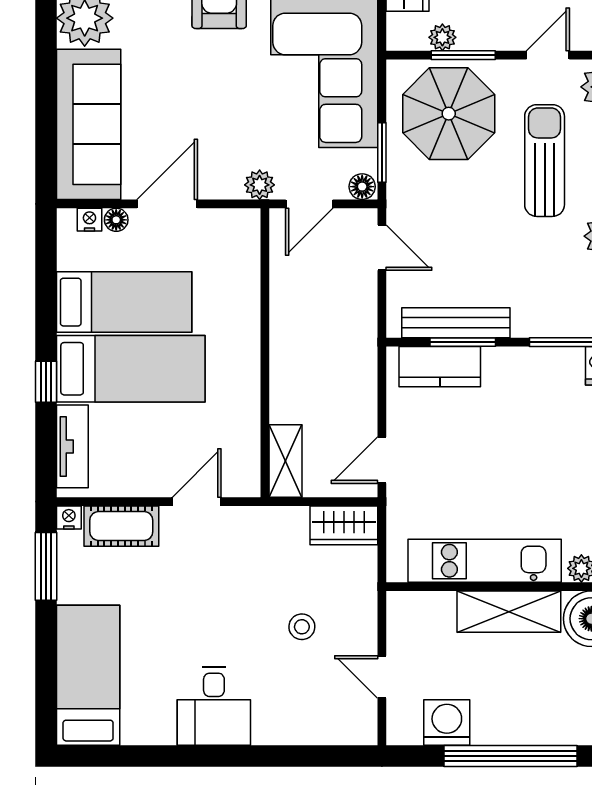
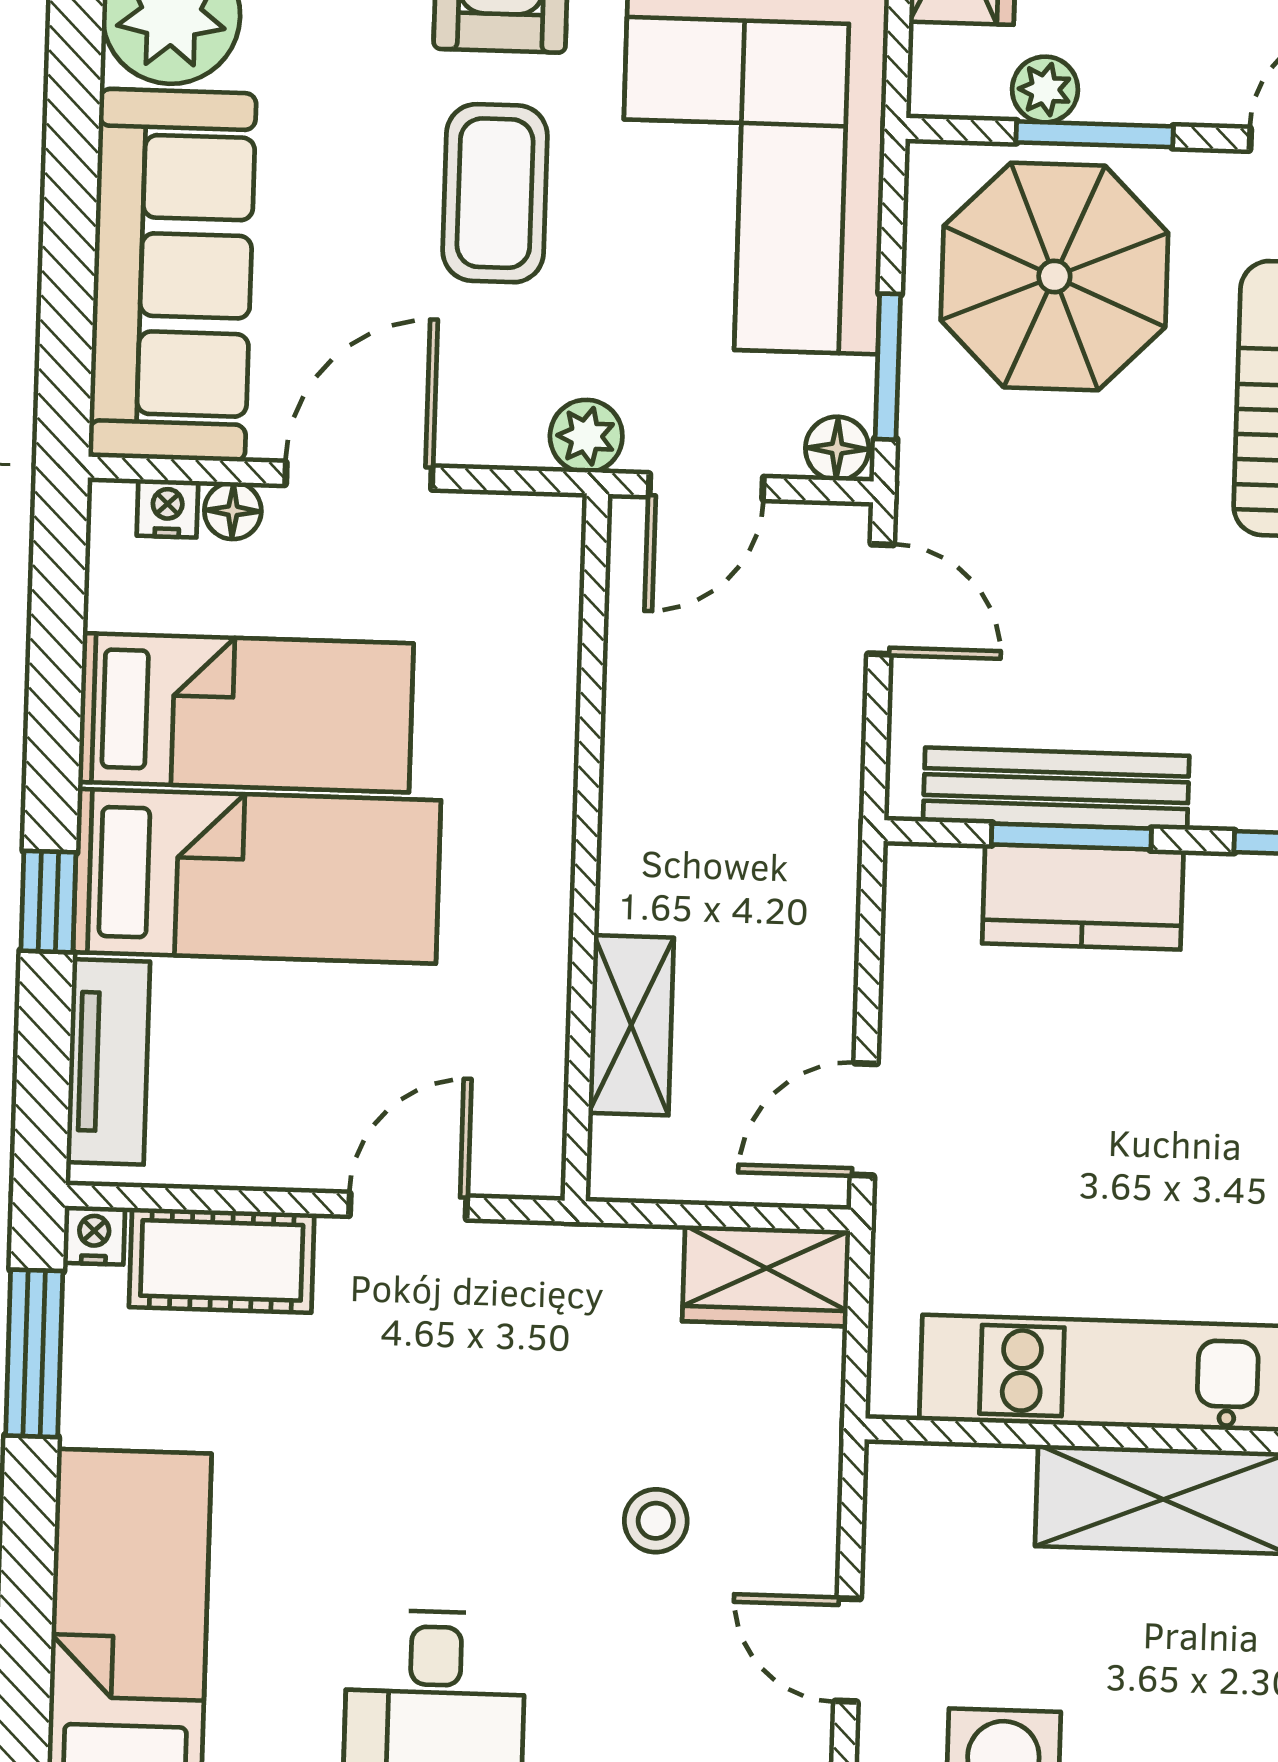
coffee table: (219, 87) -> (495, 193), added
kitchen counter: (440, 367) -> (1083, 897), moved
shelving: (285, 461) -> (631, 1025), moved

